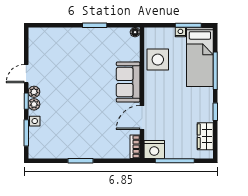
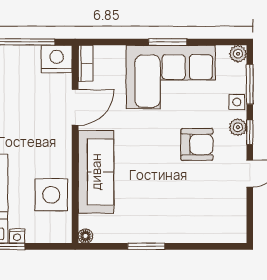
sofa: (128, 82) -> (96, 172), width x1.36
plant: (34, 92) -> (238, 54), moved
armchair: (61, 93) -> (197, 144), added
corner sofa: (79, 138) -> (171, 77), added

